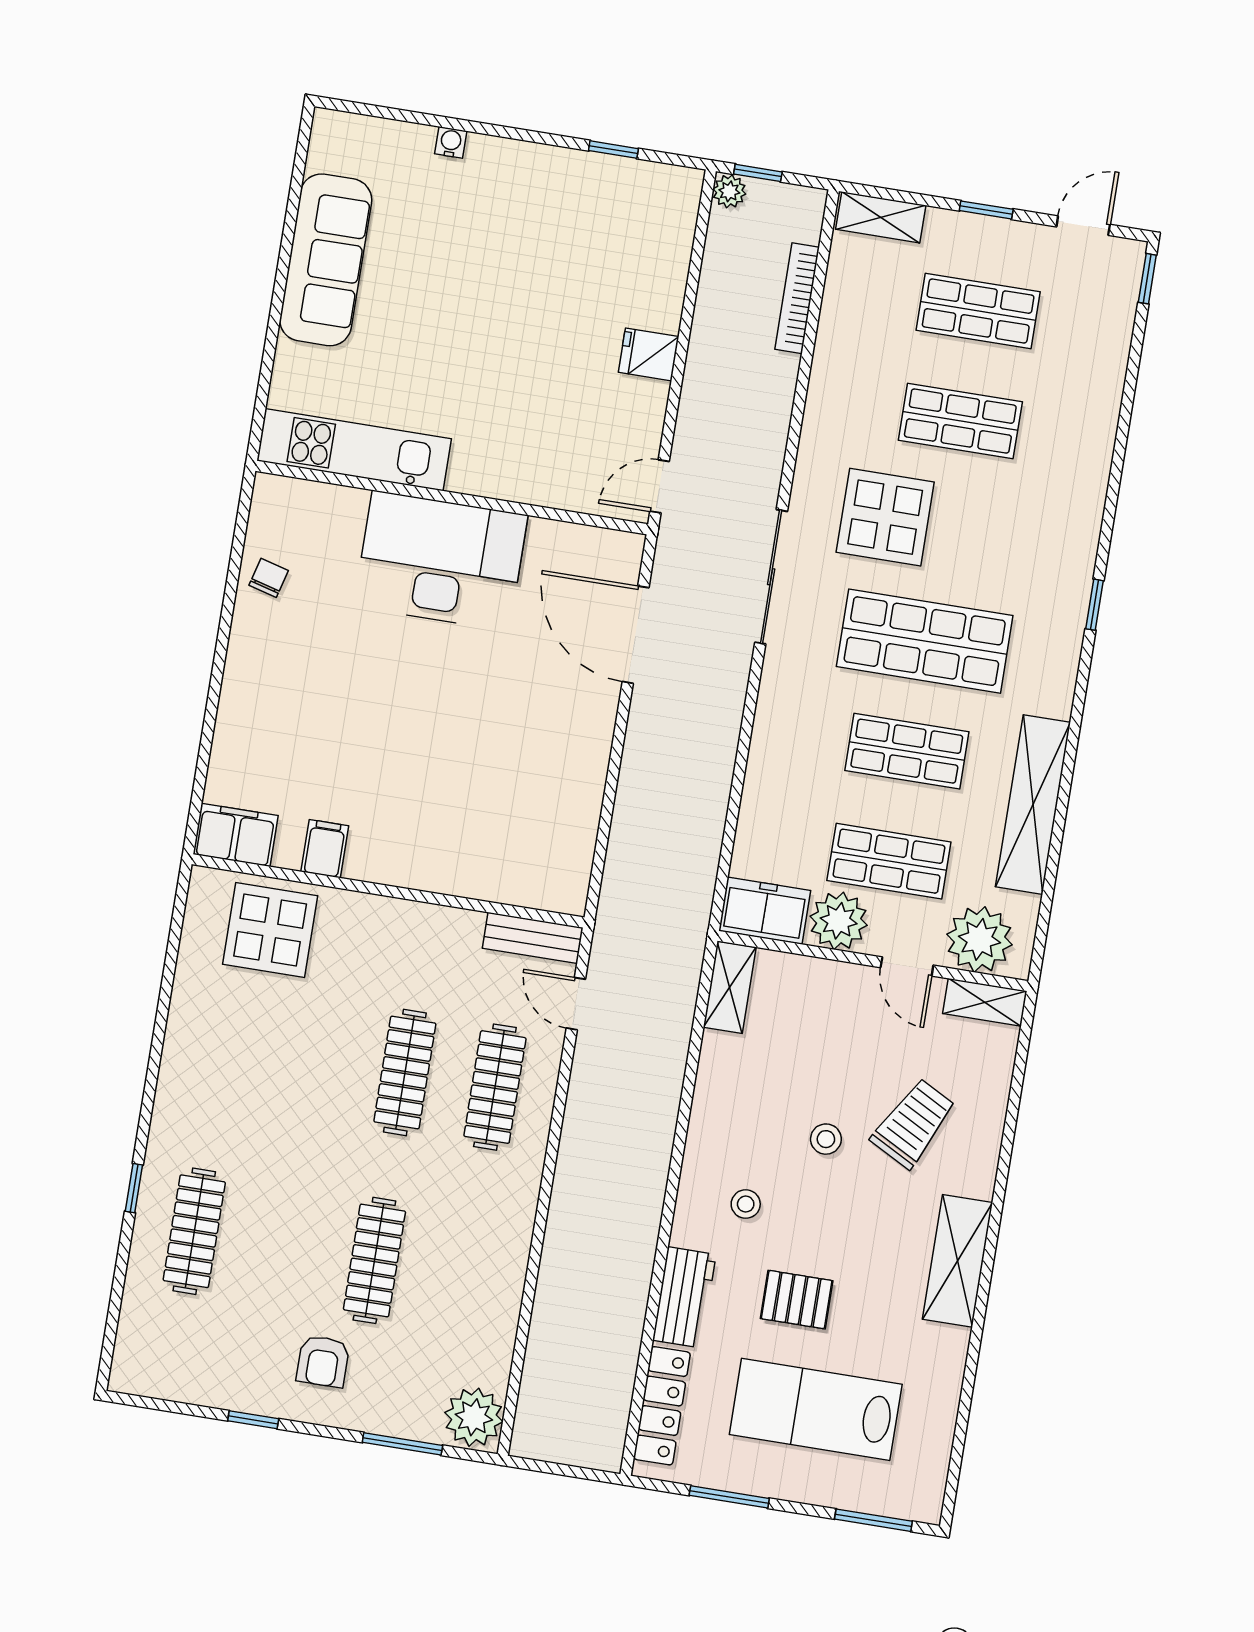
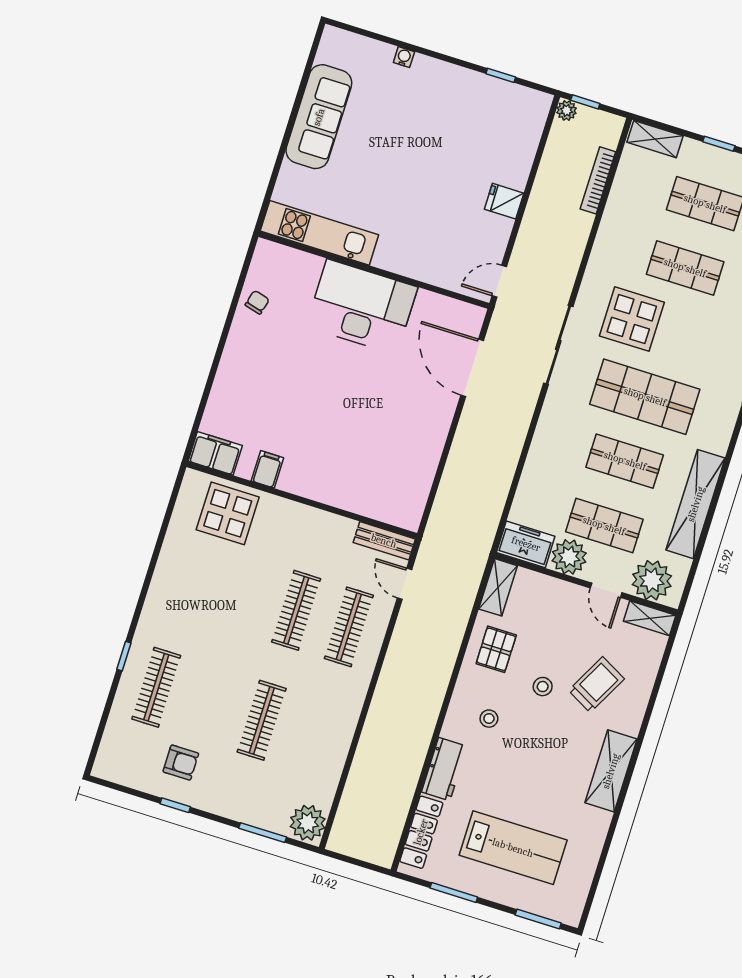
pallet: (797, 1300) -> (496, 649), moved, turned 90
armchair: (323, 1361) -> (181, 763), moved, turned -90
lab bench: (816, 1409) -> (513, 848), turned 180

